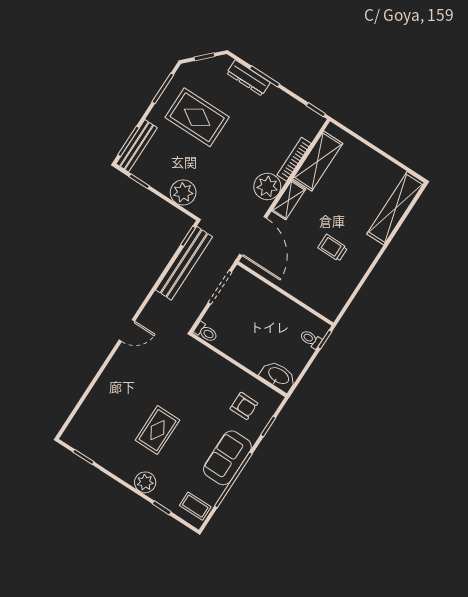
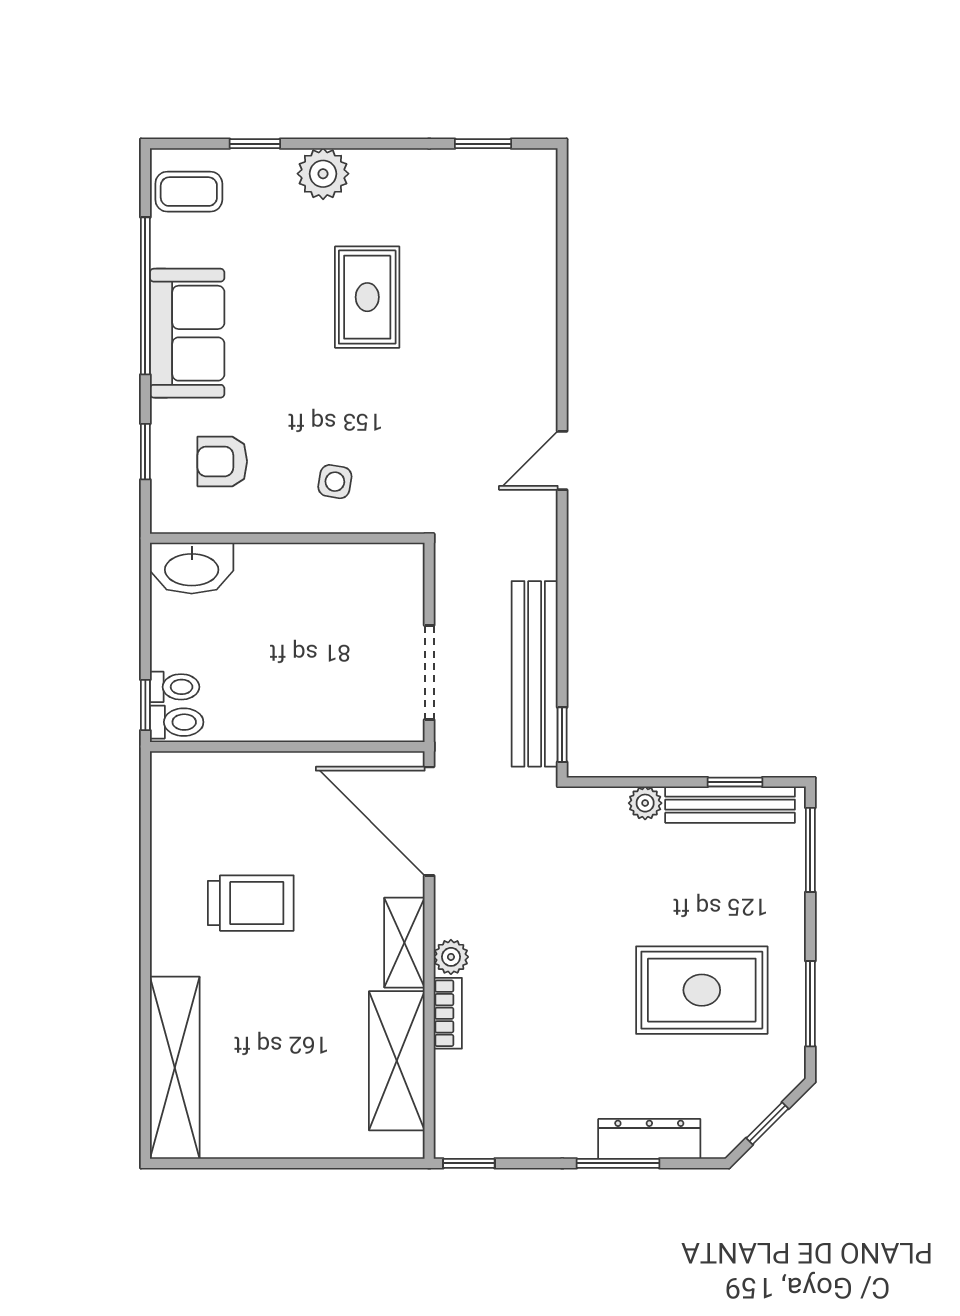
bench: (137, 146) -> (730, 805), moved, turned 90
bookcase: (294, 159) -> (448, 1013), width x0.64
plant: (267, 186) -> (451, 957), width x0.53, depth x0.53
plant: (183, 192) -> (645, 803), width x0.53, depth x0.53
trolley: (333, 248) -> (251, 903), width x1.36, depth x1.39
toilet: (206, 332) -> (177, 722), moved, turned 180
side table: (210, 374) -> (335, 482), added

